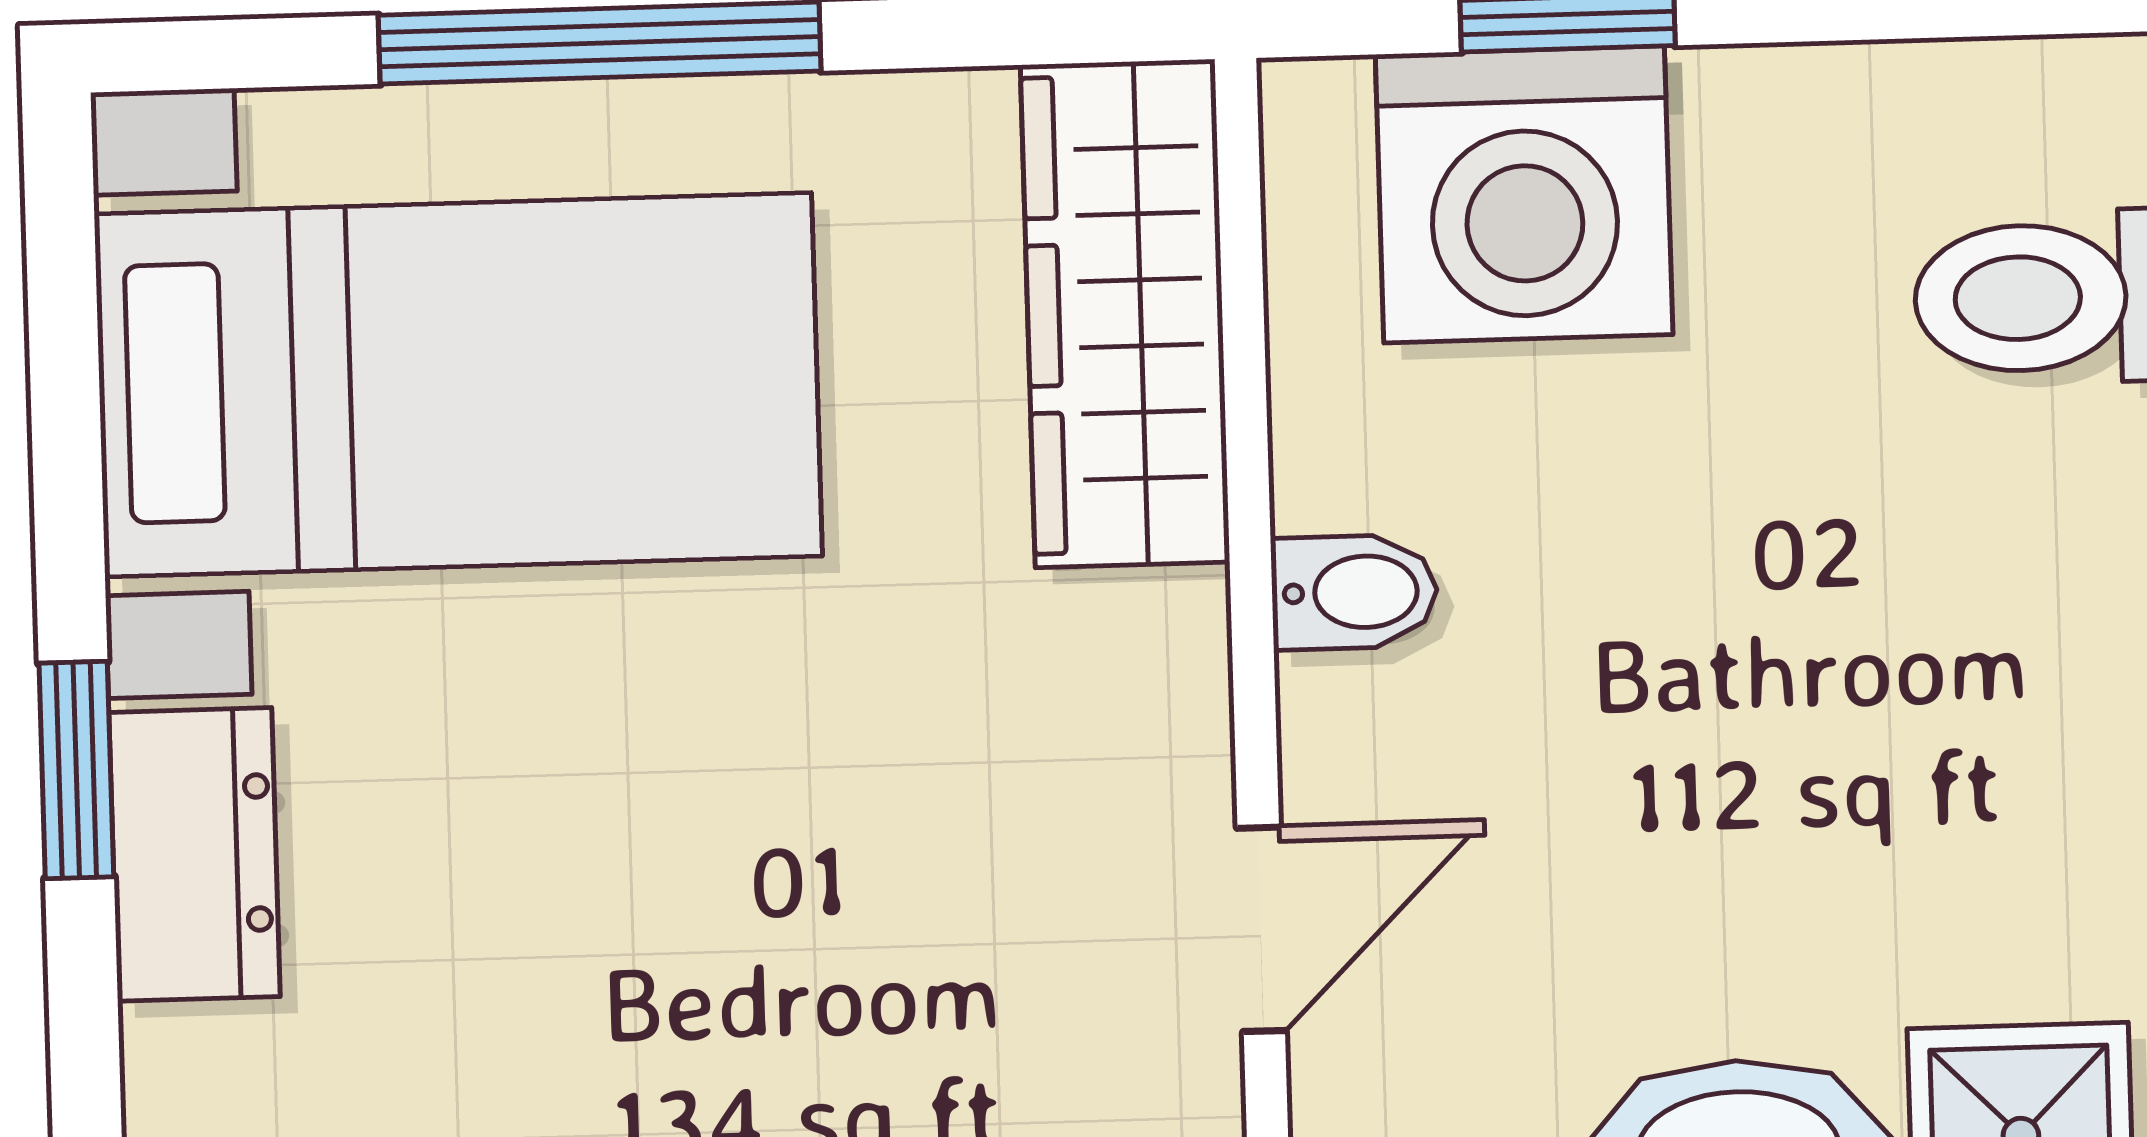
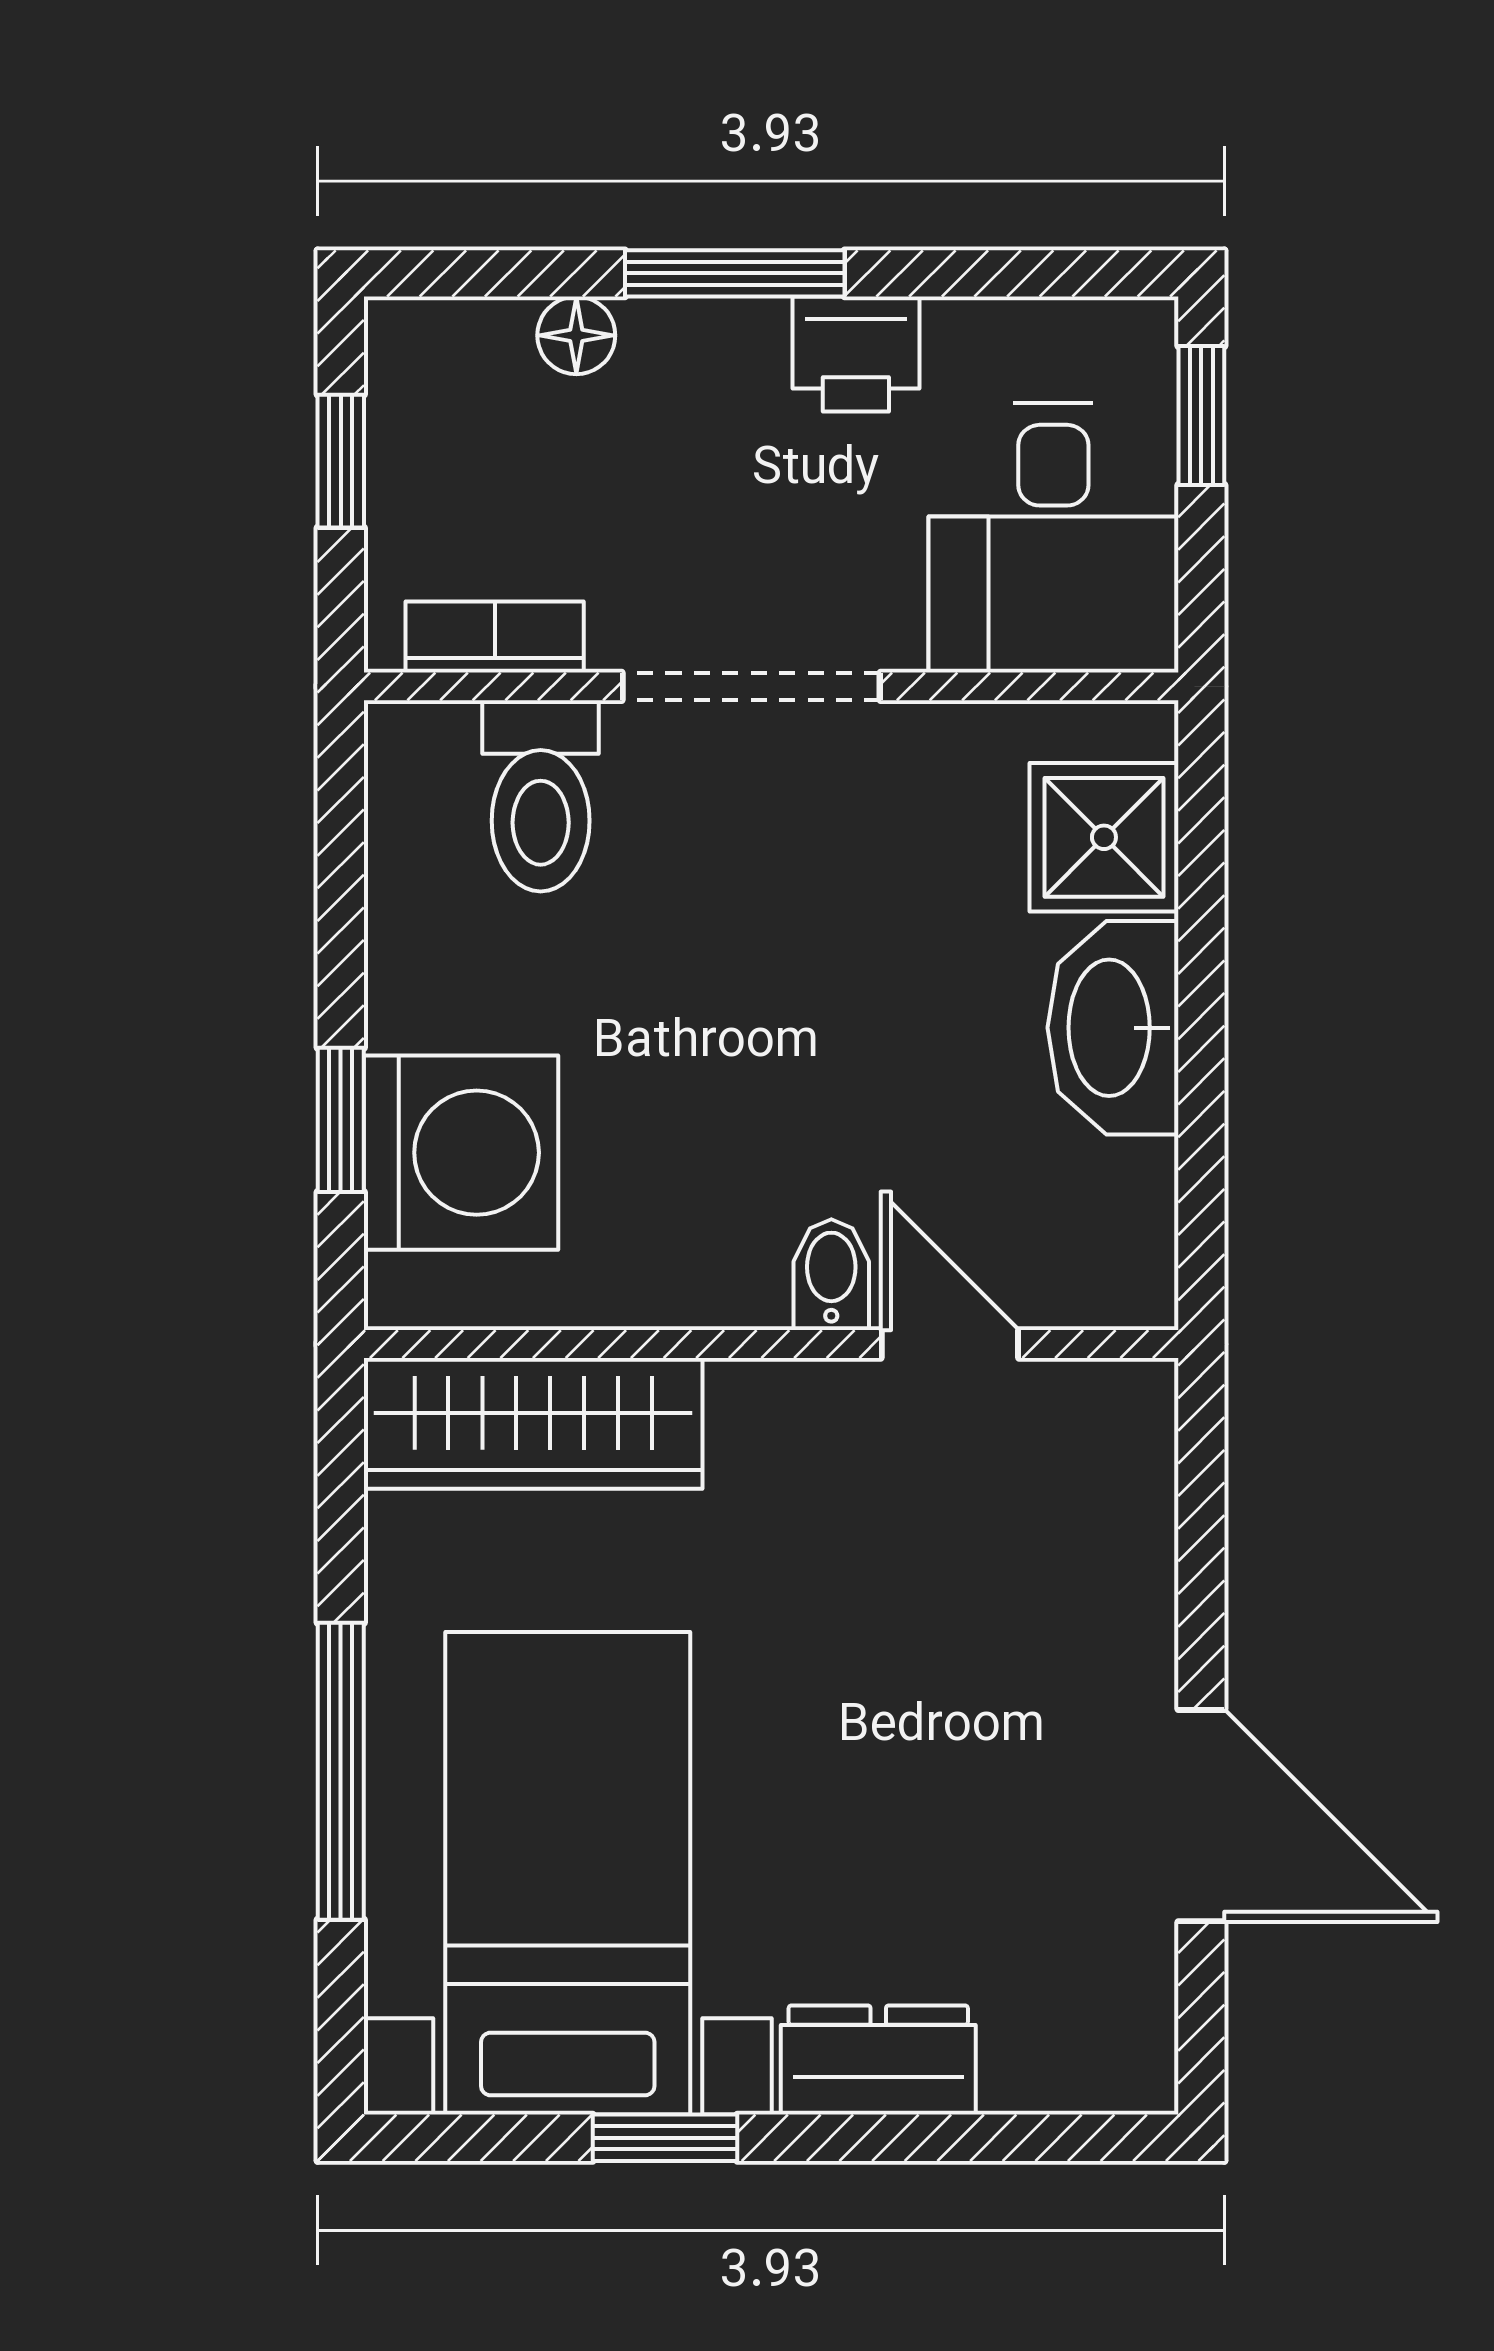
bidet: (1354, 592) -> (831, 1275), moved
window: (76, 770) -> (665, 2138), moved

